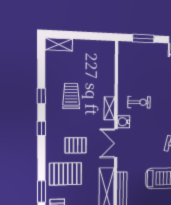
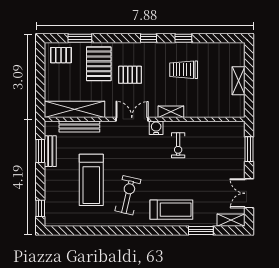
shelving: (59, 44) -> (238, 81), moved
trolley: (71, 96) -> (184, 70), turned 180
pallet: (76, 145) -> (130, 75), turned 90

